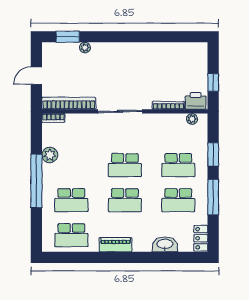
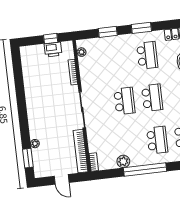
printer: (196, 101) -> (53, 50), moved, turned -90
school desk: (178, 165) -> (119, 59), removed
window: (213, 197) -> (141, 28), width x0.69

